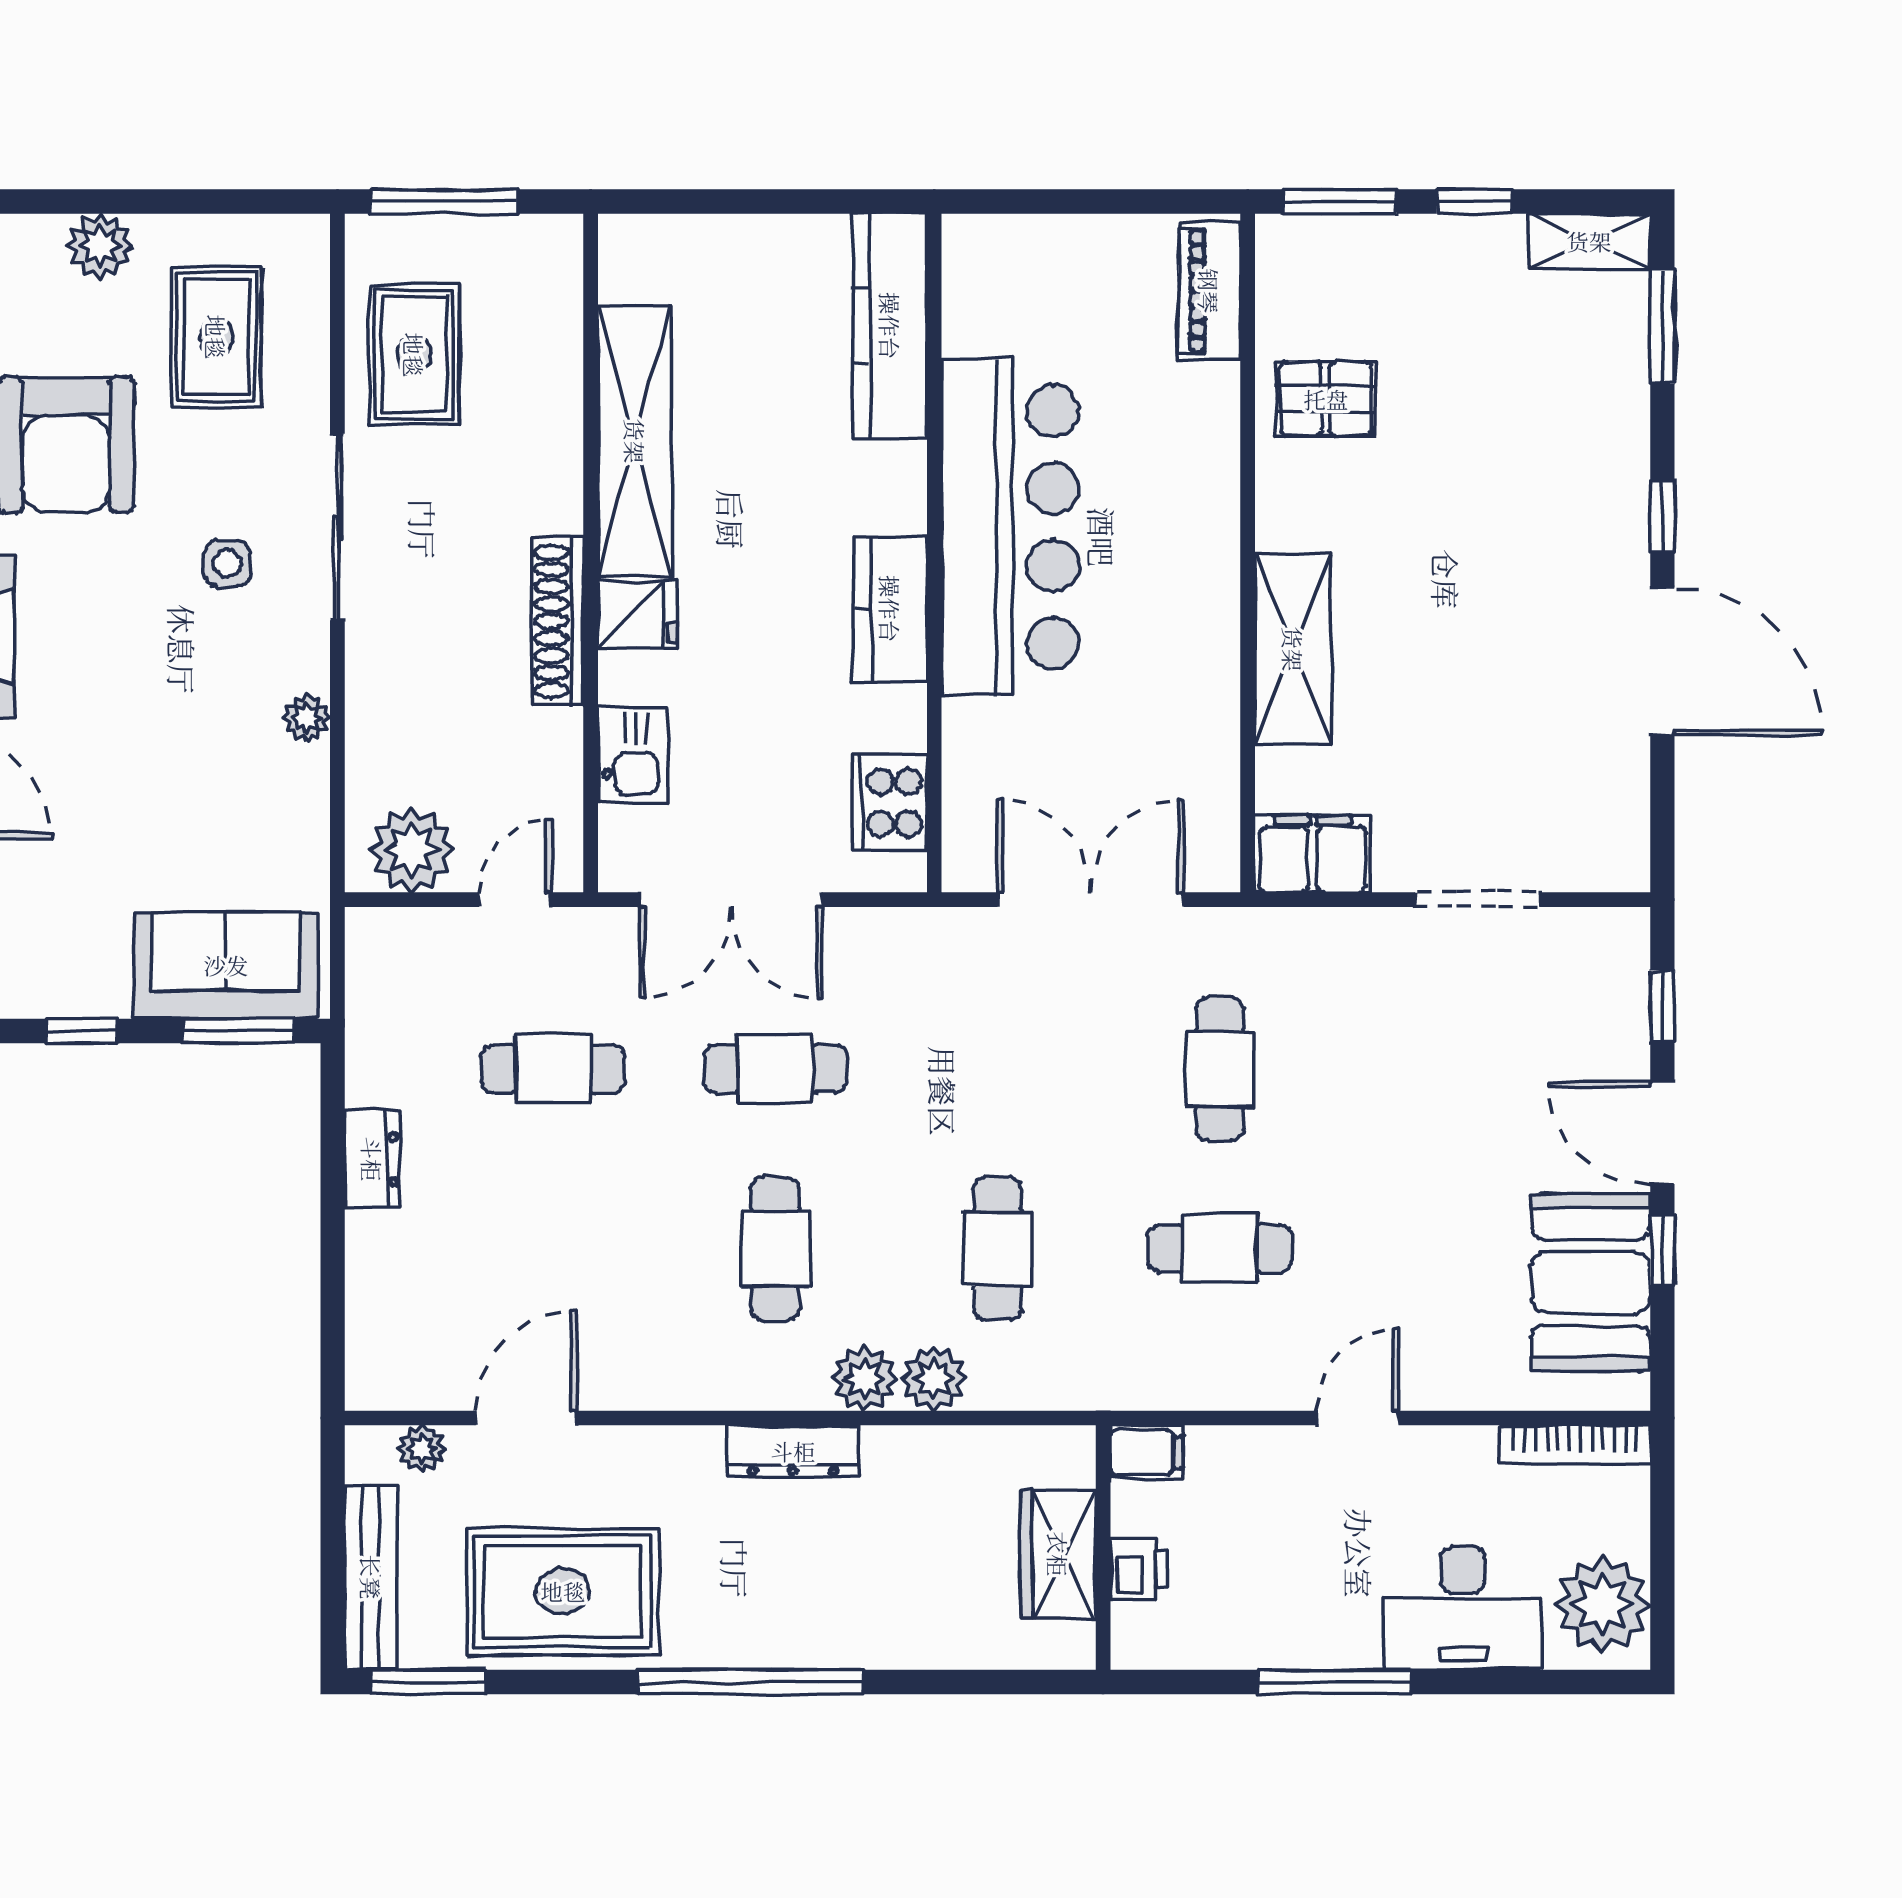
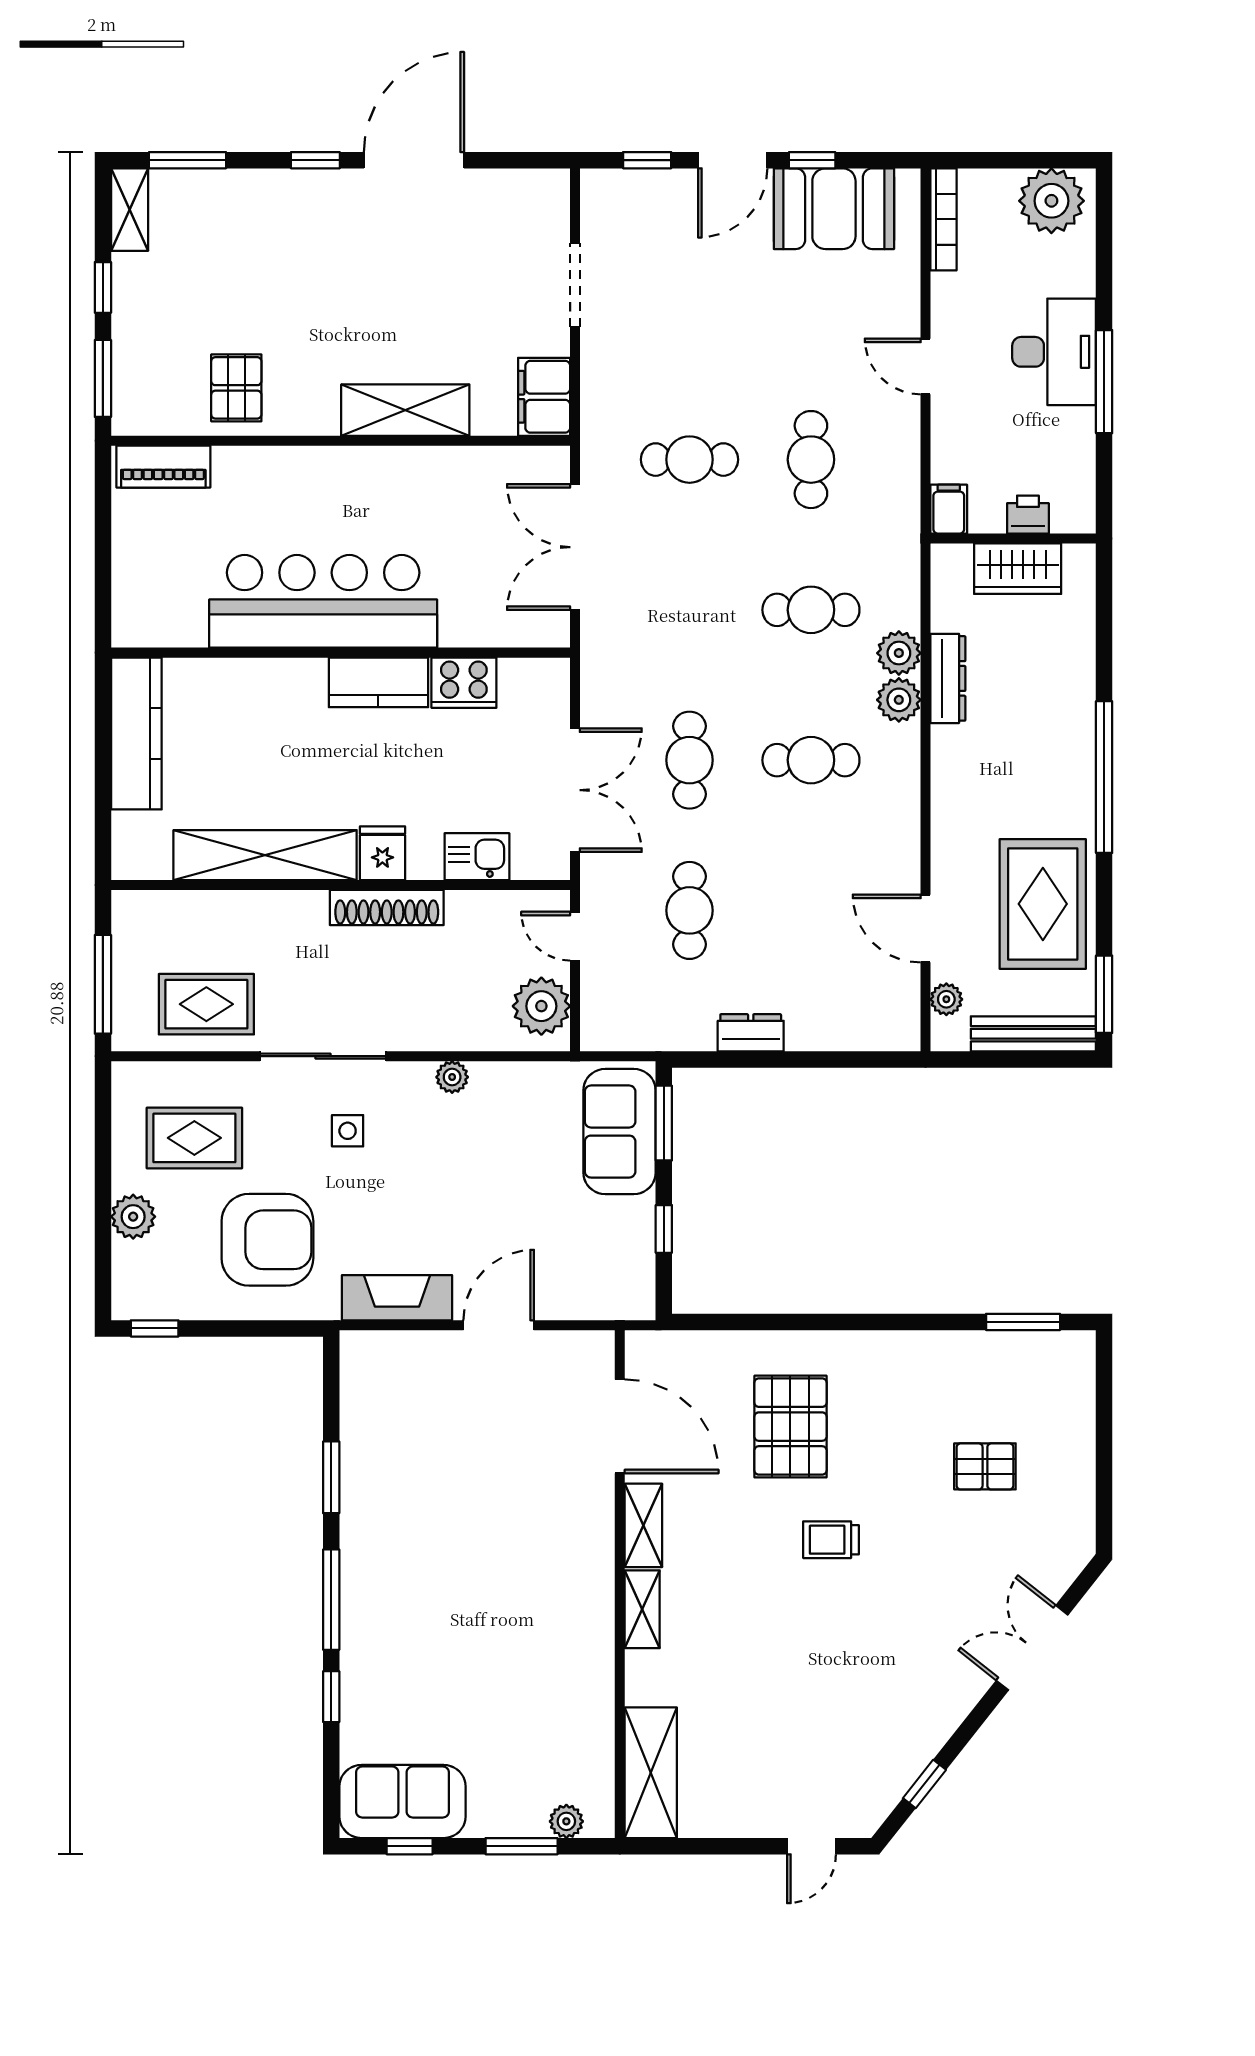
kitchen counter: (890, 326) -> (136, 733), moved, turned -90
cooker: (890, 803) -> (464, 683), moved
dresser: (793, 1451) -> (948, 678), moved
desk: (1463, 1608) -> (1054, 352), moved

